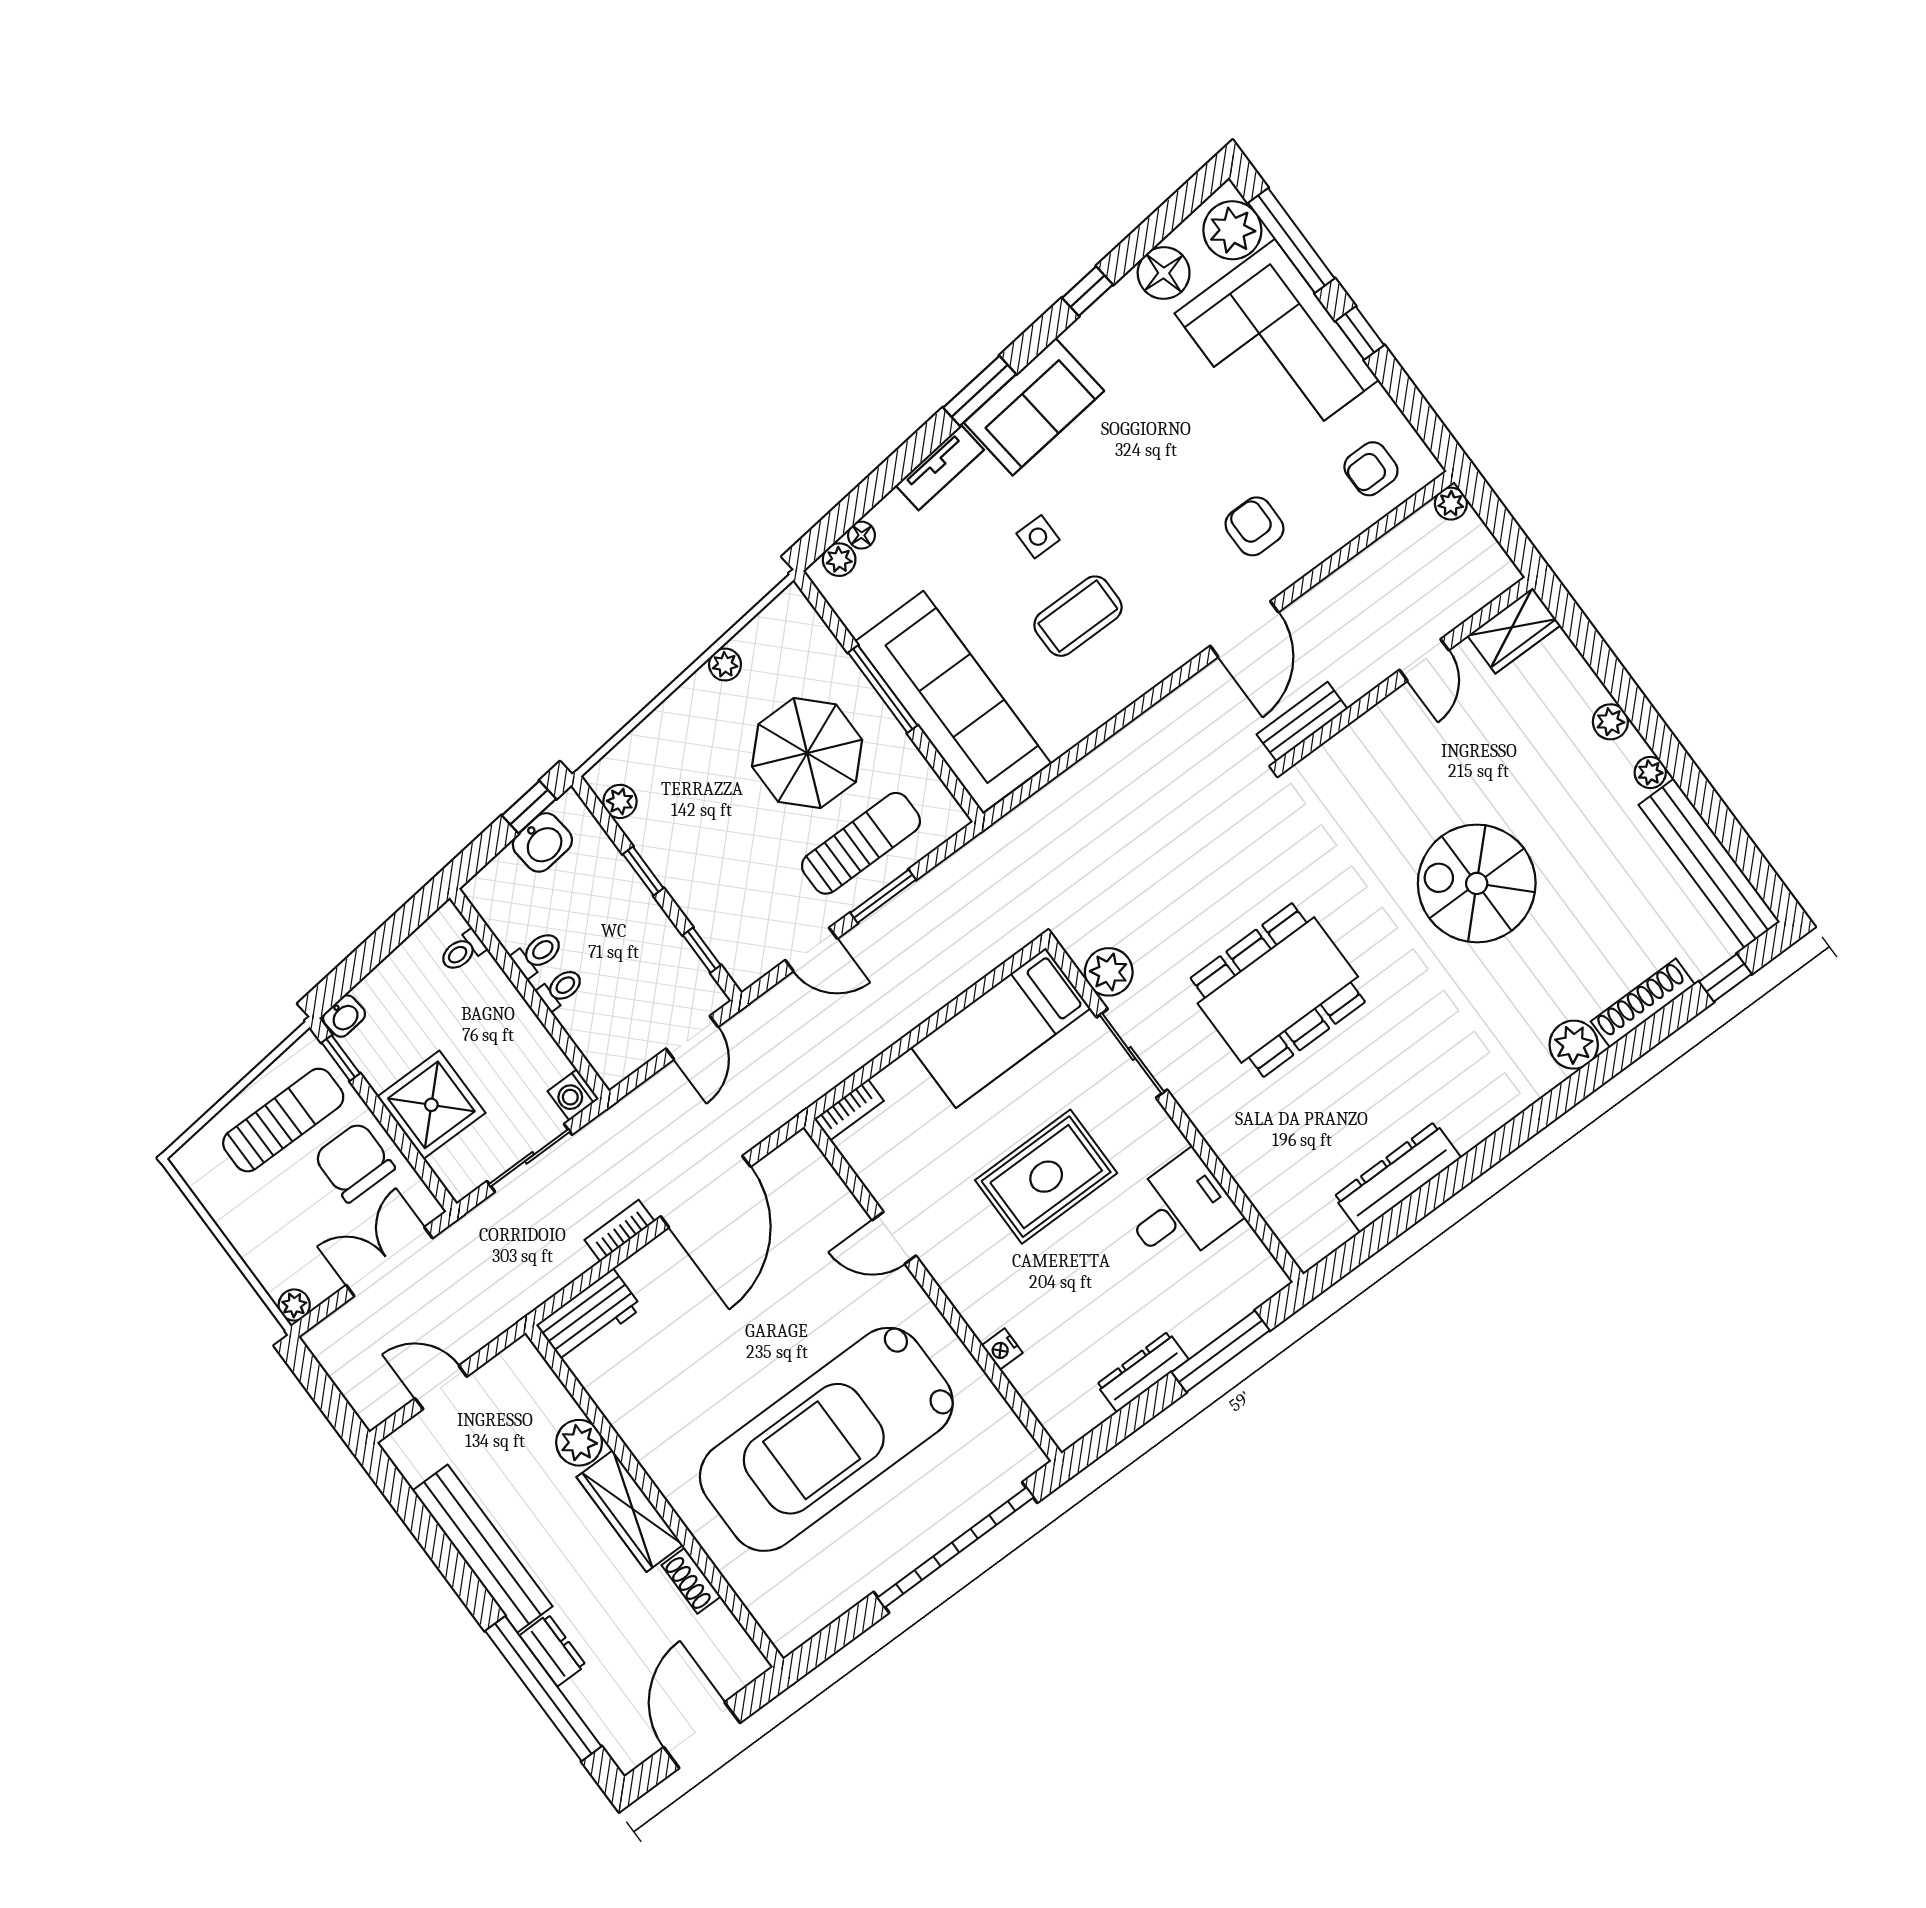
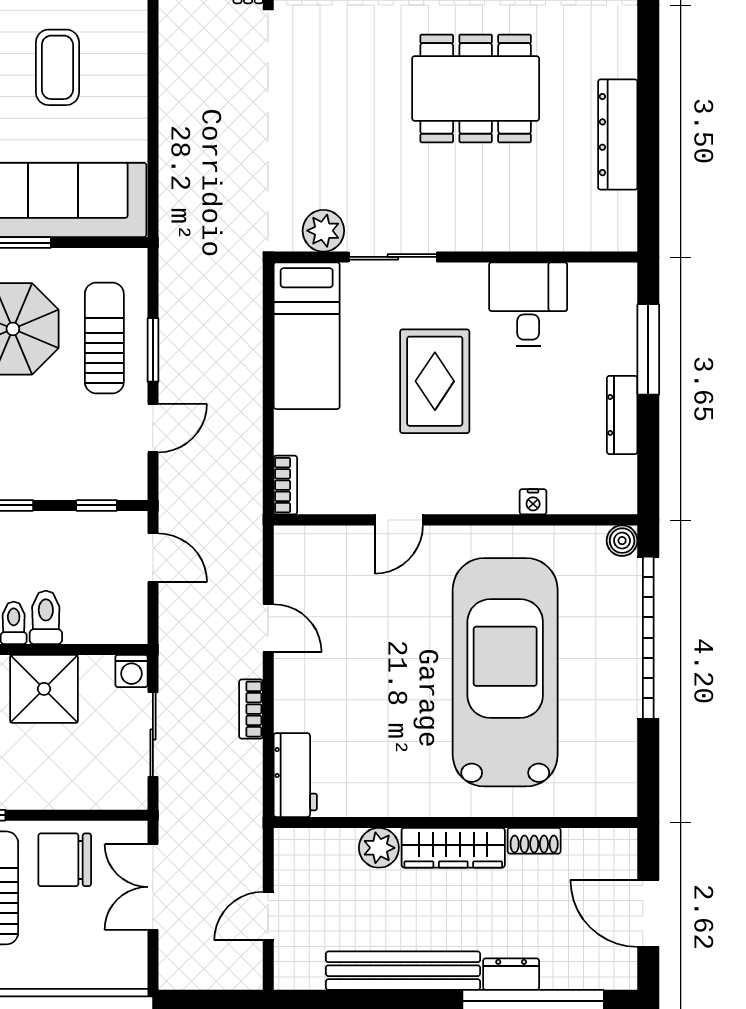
toilet: (560, 989) -> (46, 617), width x1.37, depth x1.39
dining table: (1278, 990) -> (476, 88), moved, turned 90
shower: (431, 1105) -> (44, 689), moved
door: (706, 1192) -> (268, 628), width x0.53
plant: (294, 1305) -> (134, 976), removed
car: (826, 1439) -> (505, 672), turned 180
boiler: (1027, 1457) -> (622, 541), added

